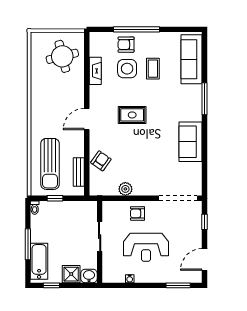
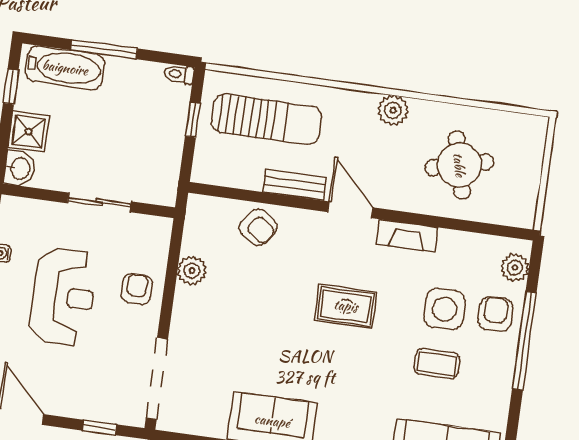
plant: (103, 38) -> (515, 268), added
round table: (62, 56) -> (459, 165), moved
fireplace: (95, 71) -> (407, 236), moved
plant: (38, 105) -> (393, 110), added
rug: (132, 115) -> (346, 306), turned 90
sun lounger: (50, 164) -> (267, 119), turned 180
bench: (79, 172) -> (295, 185), moved
reception desk: (146, 247) -> (63, 297), turned 180

